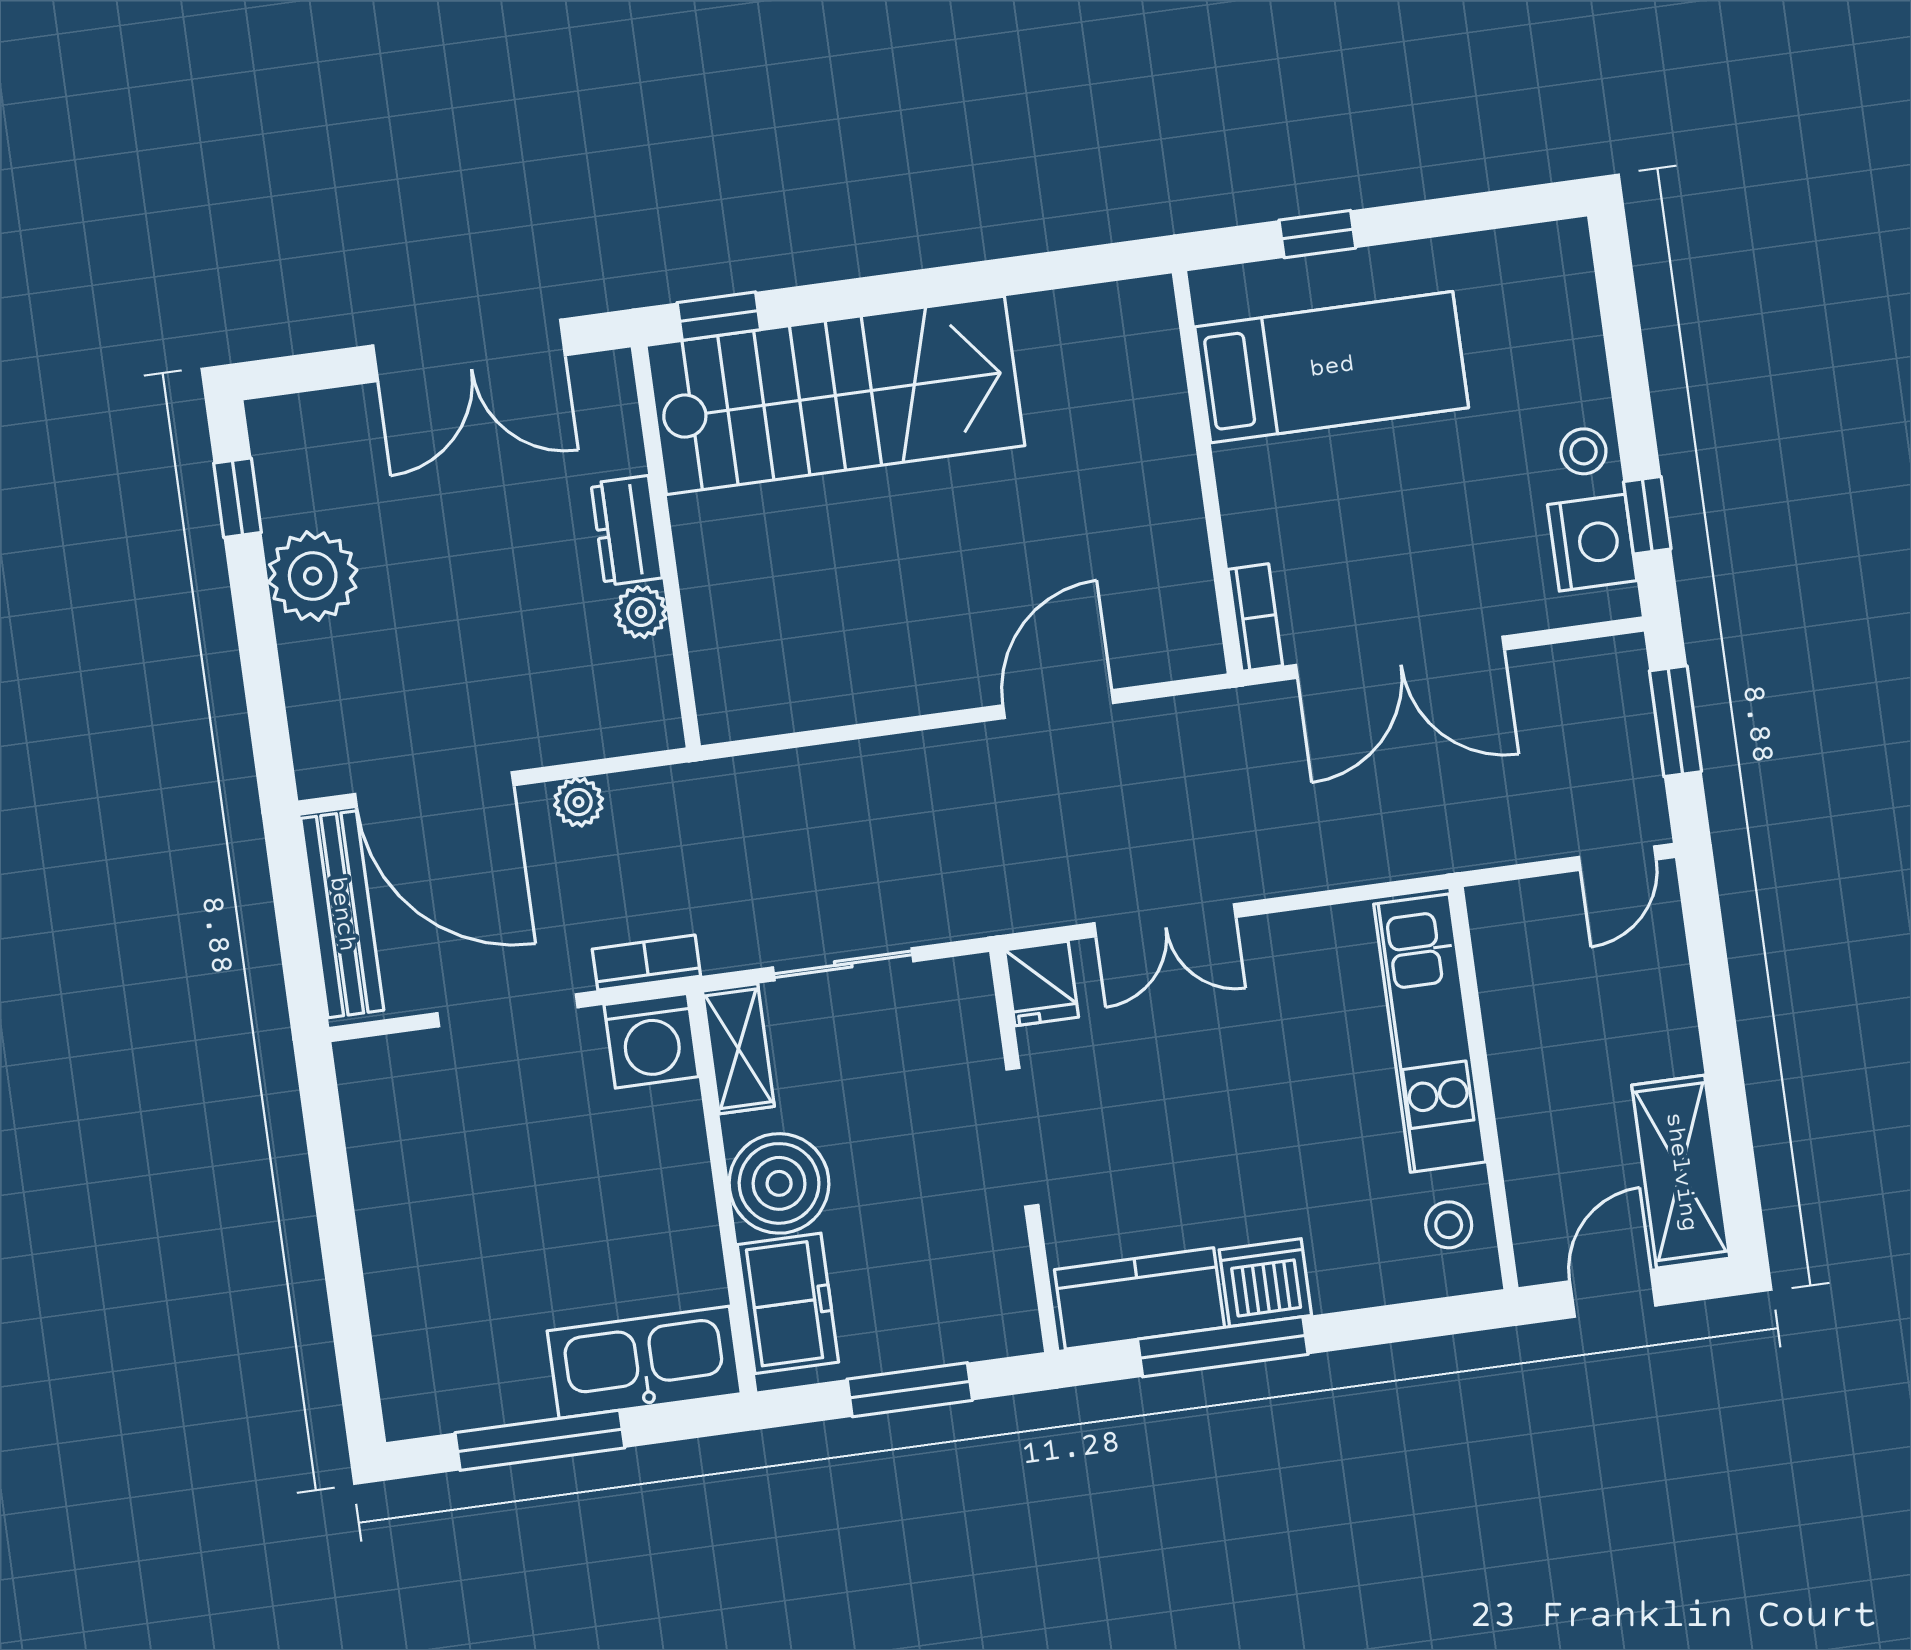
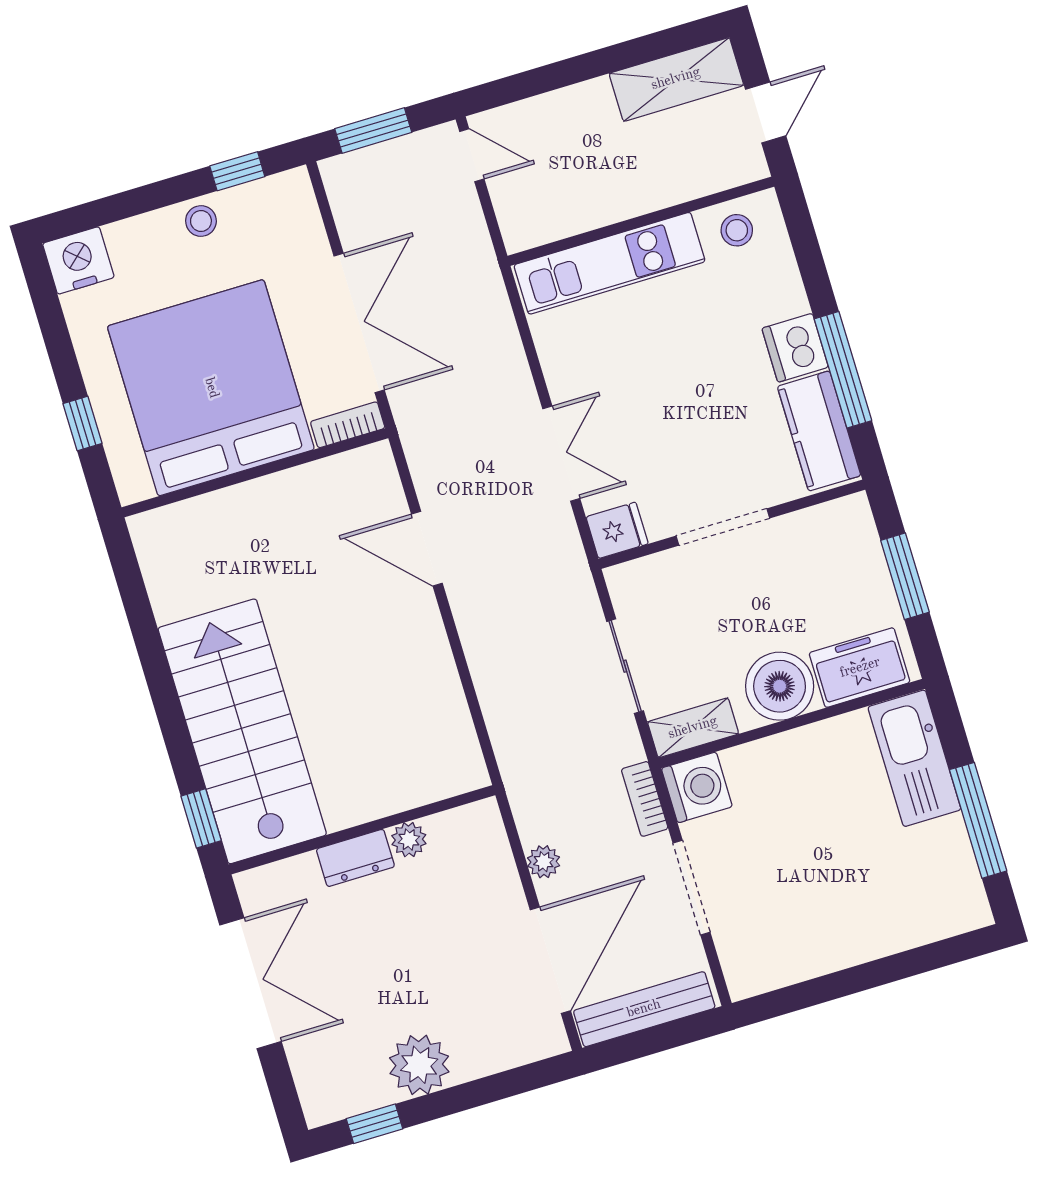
bed: (1332, 367) -> (211, 388), width x2.04
nightstand: (1592, 543) -> (78, 260), moved
door: (1613, 1293) -> (766, 112), swing flipped

